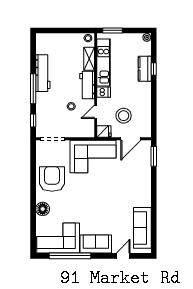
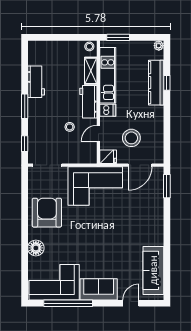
kitchen counter: (145, 69) -> (156, 83), width x1.50
workbench: (43, 73) -> (36, 82), width x0.73
window: (33, 89) -> (25, 106), width x0.69

